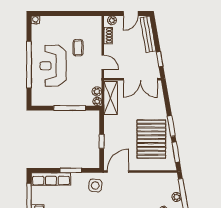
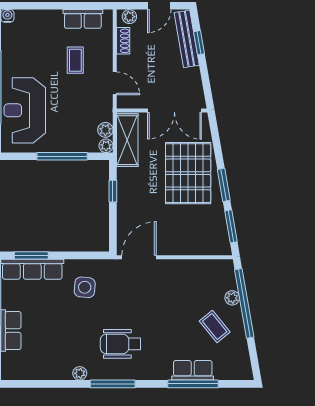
row of seats: (83, 22) -> (83, 19), added
window: (160, 59) -> (199, 43), moved
reception desk: (53, 66) -> (25, 110), moved
pallet: (151, 139) -> (188, 173), moved
window: (102, 141) -> (113, 191), moved
window: (71, 170) -> (31, 255), moved
side table: (95, 186) -> (85, 287), moved

